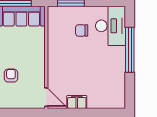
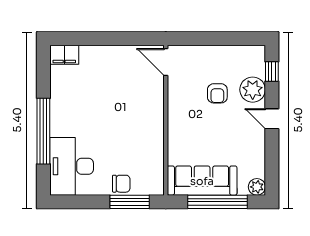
chair: (82, 30) -> (121, 184), moved
filing cabinet: (77, 102) -> (64, 55), moved

